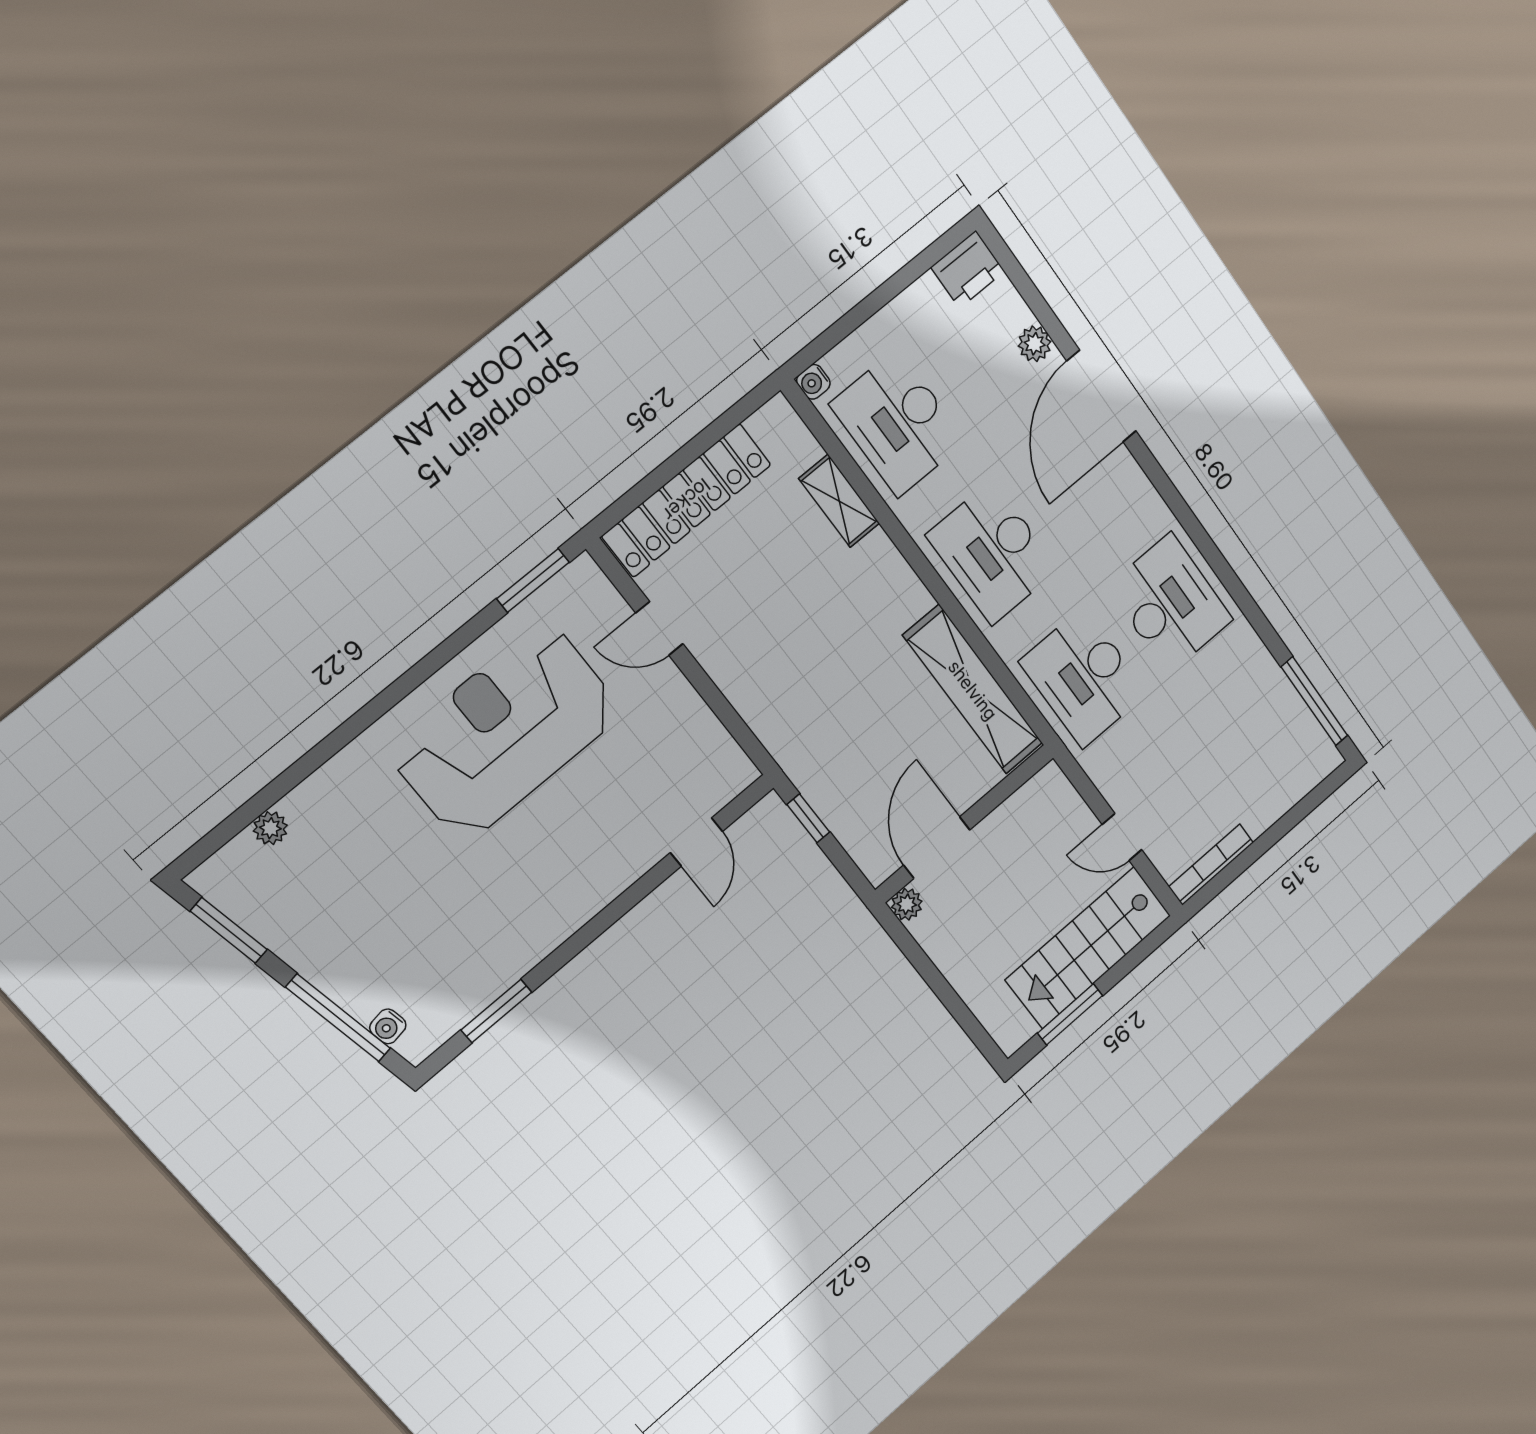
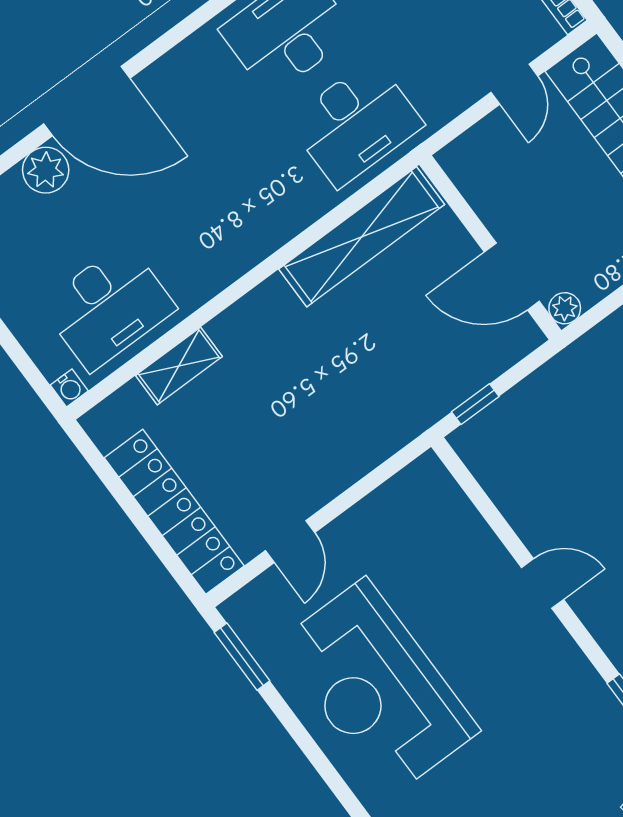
plant: (1035, 344) -> (46, 170), width x1.38, depth x1.38
desk: (992, 553) -> (232, 215), removed
door: (696, 842) -> (543, 584), moved

